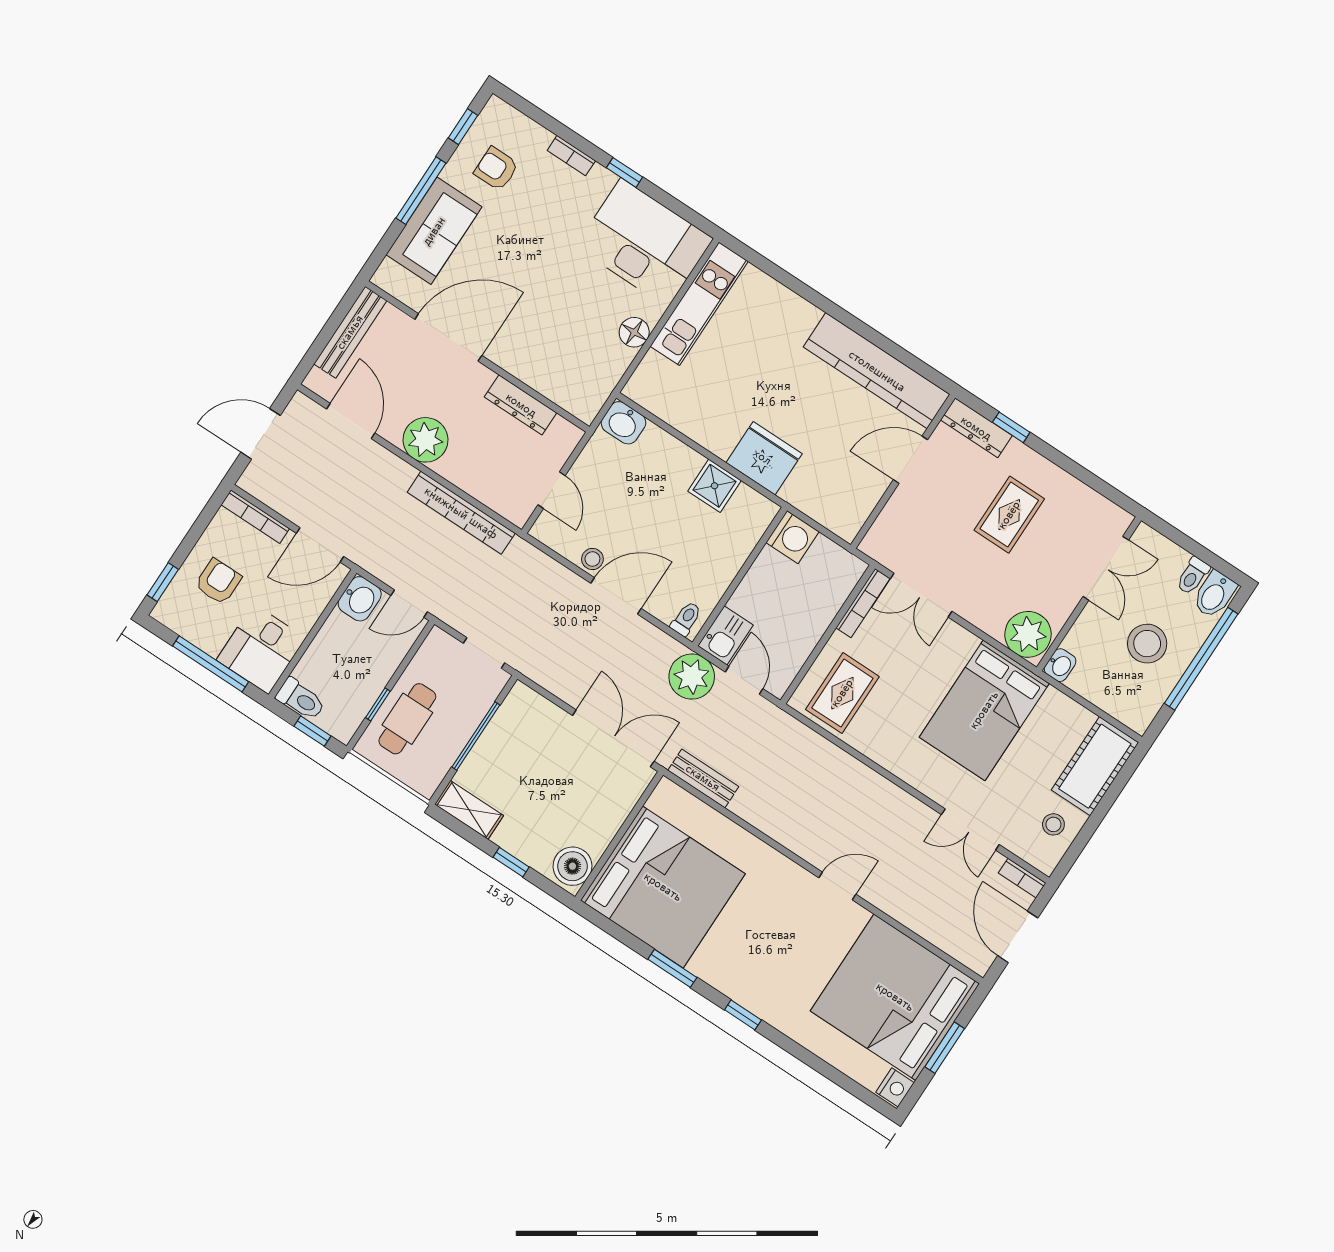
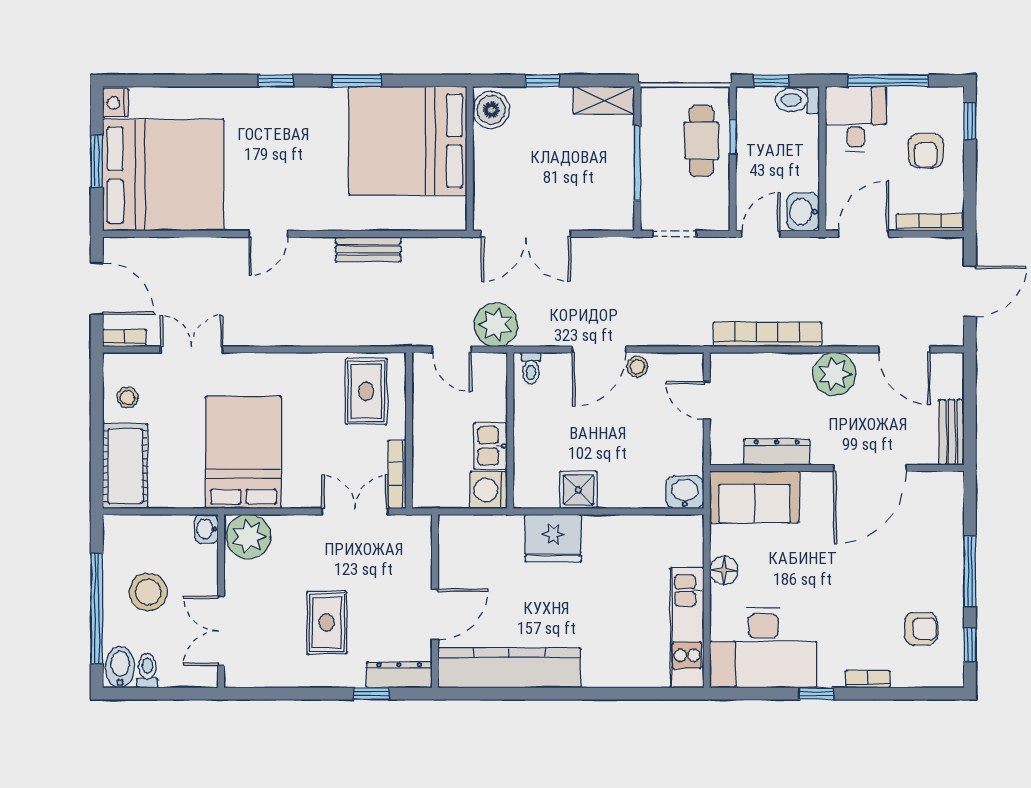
sofa: (434, 231) -> (754, 497), moved, turned -90
bench: (350, 332) -> (951, 432), width x0.73
kitchen sink: (725, 635) -> (490, 446), moved
bench: (703, 778) -> (368, 249), moved

